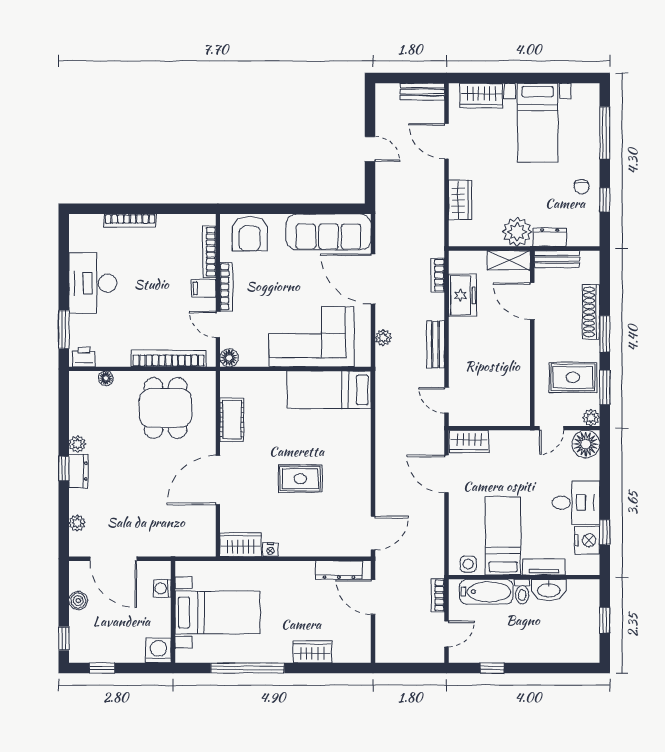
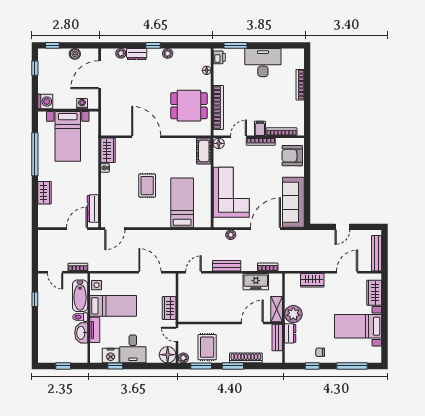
bench: (422, 92) -> (376, 253), width x1.36
bed: (329, 390) -> (182, 203), moved
cot: (232, 420) -> (204, 151), moved, turned 90
wardrobe: (469, 441) -> (169, 308), moved
dresser: (78, 471) -> (137, 54), moved
door: (446, 474) -> (150, 272), hinge flipped
door: (373, 533) -> (115, 229), hinge flipped

